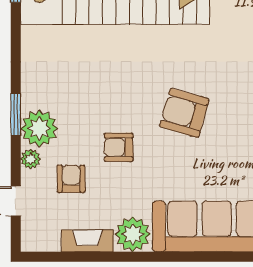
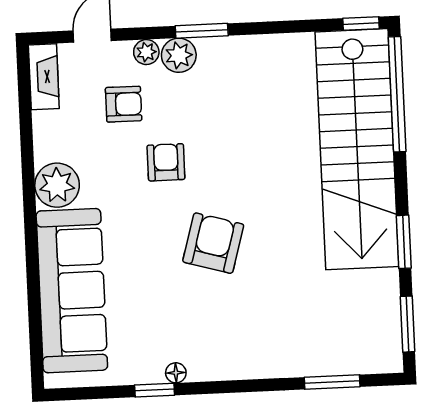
plant: (39, 128) -> (179, 55), width x0.73, depth x0.73
fireplace: (87, 241) -> (44, 77), moved

